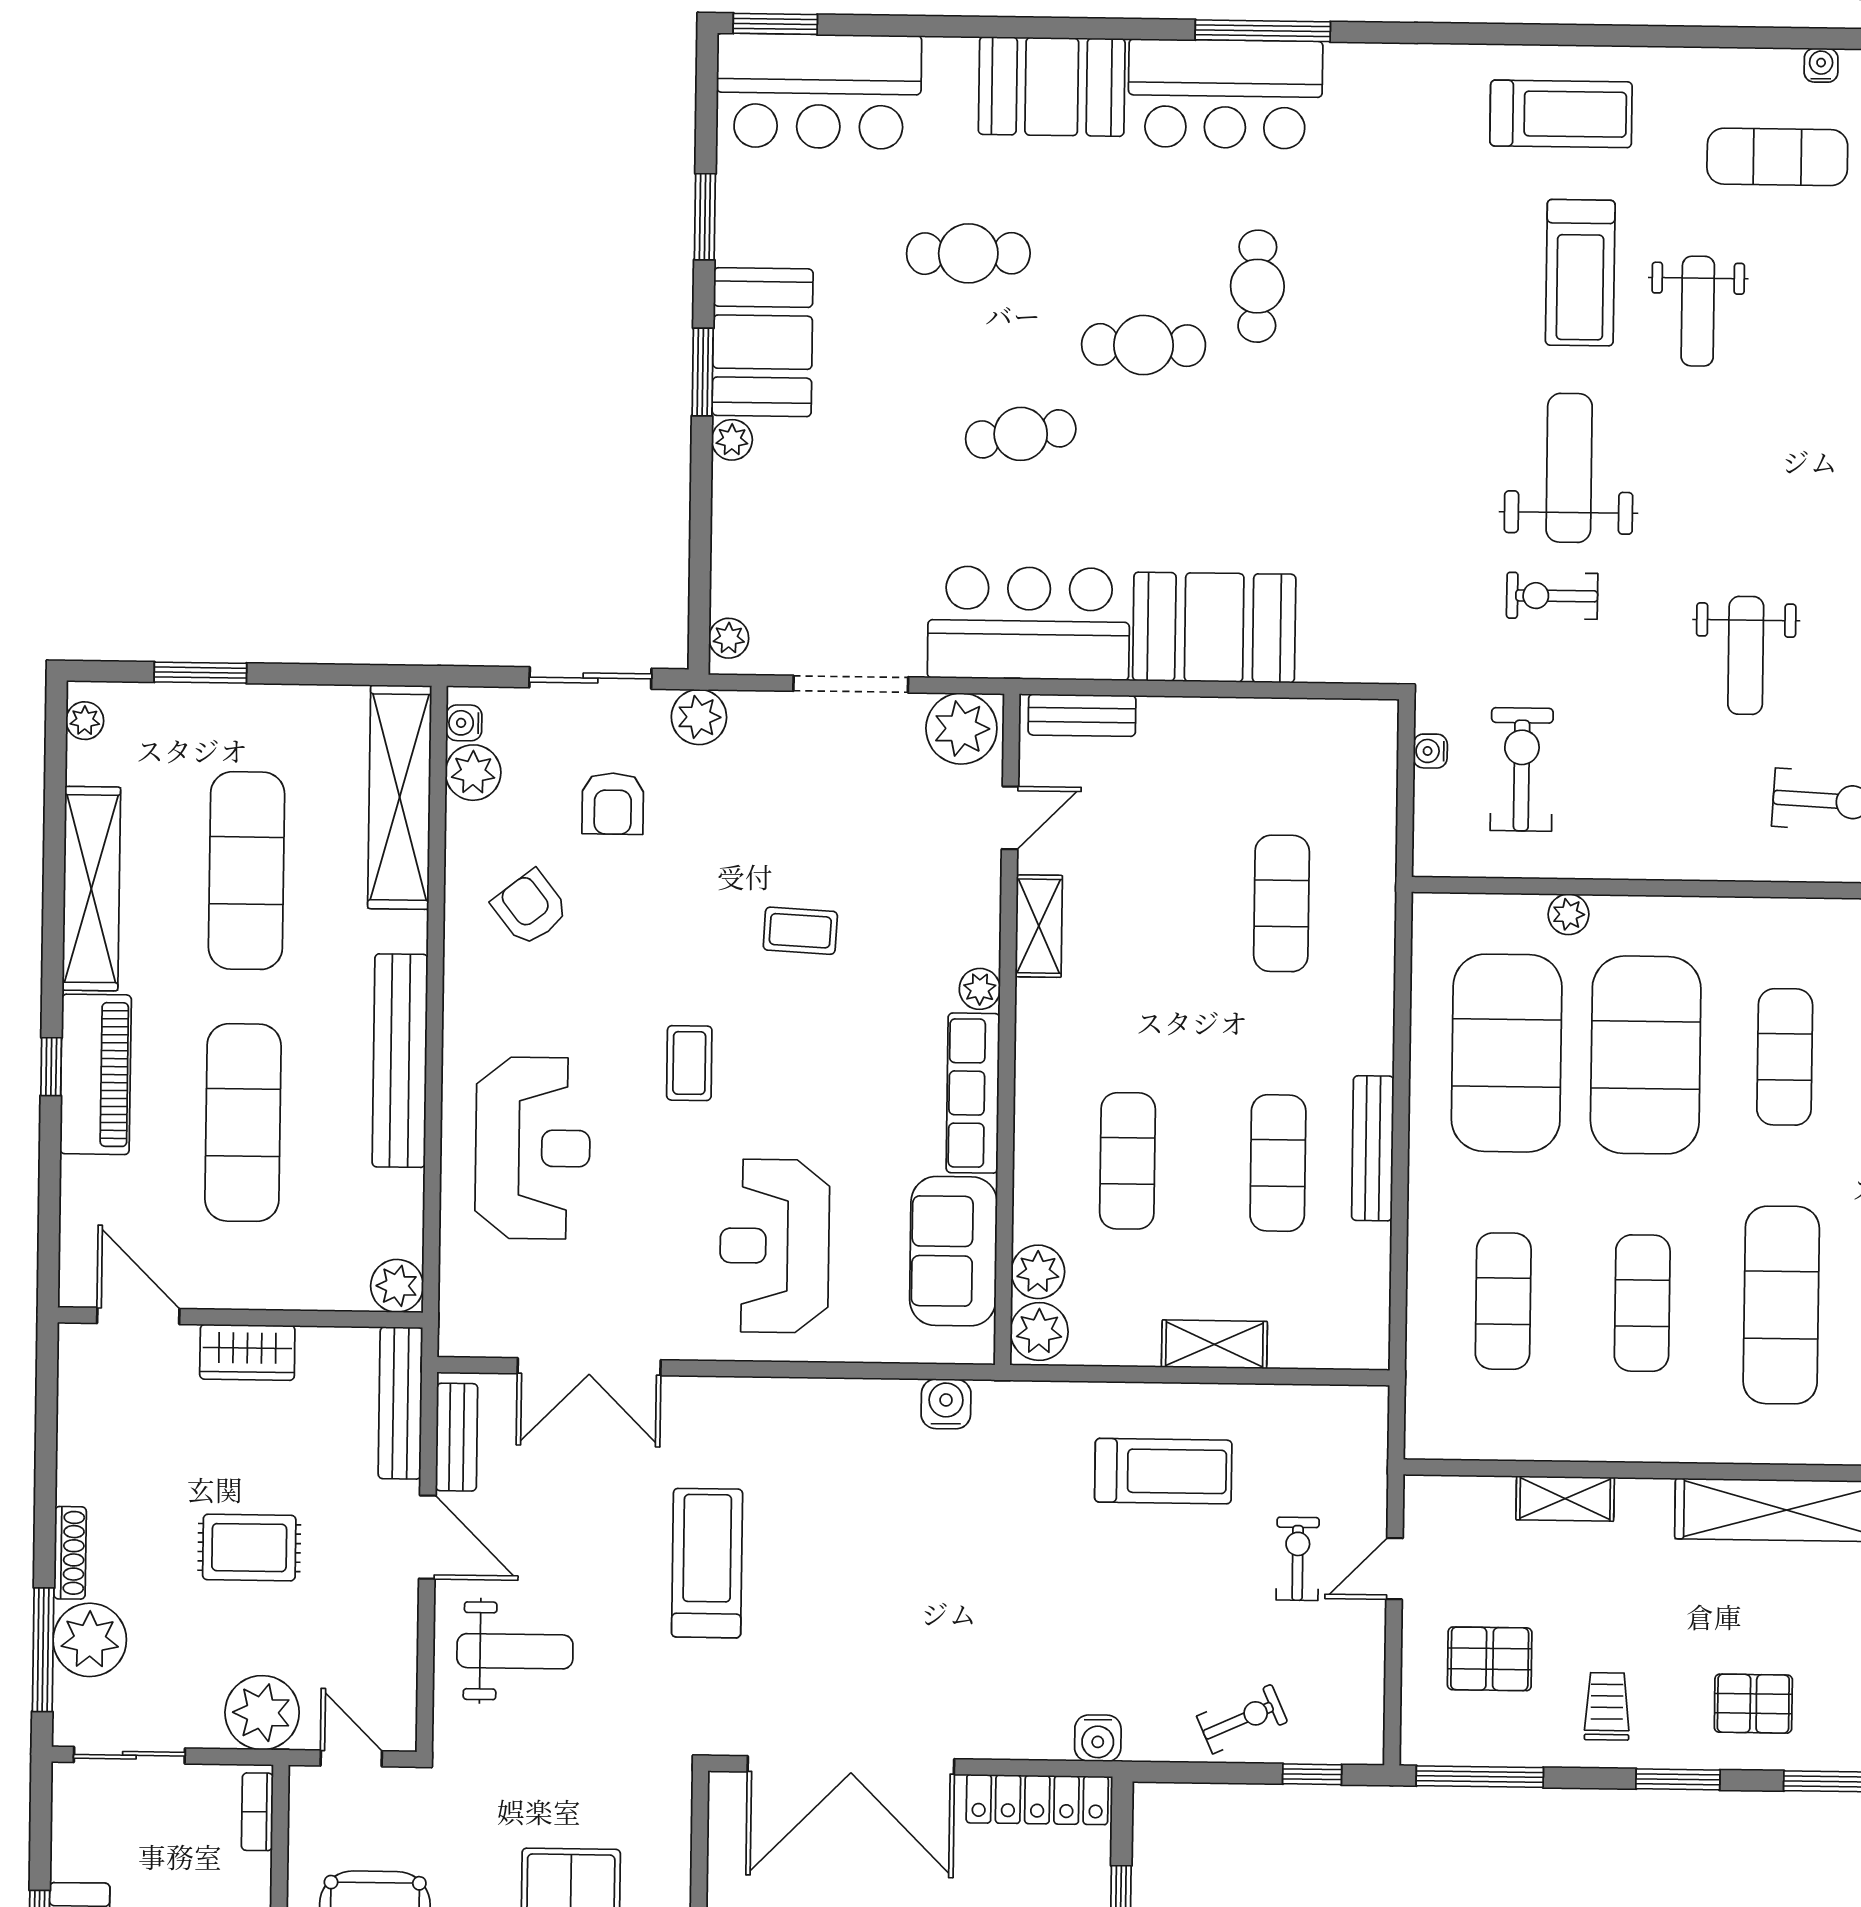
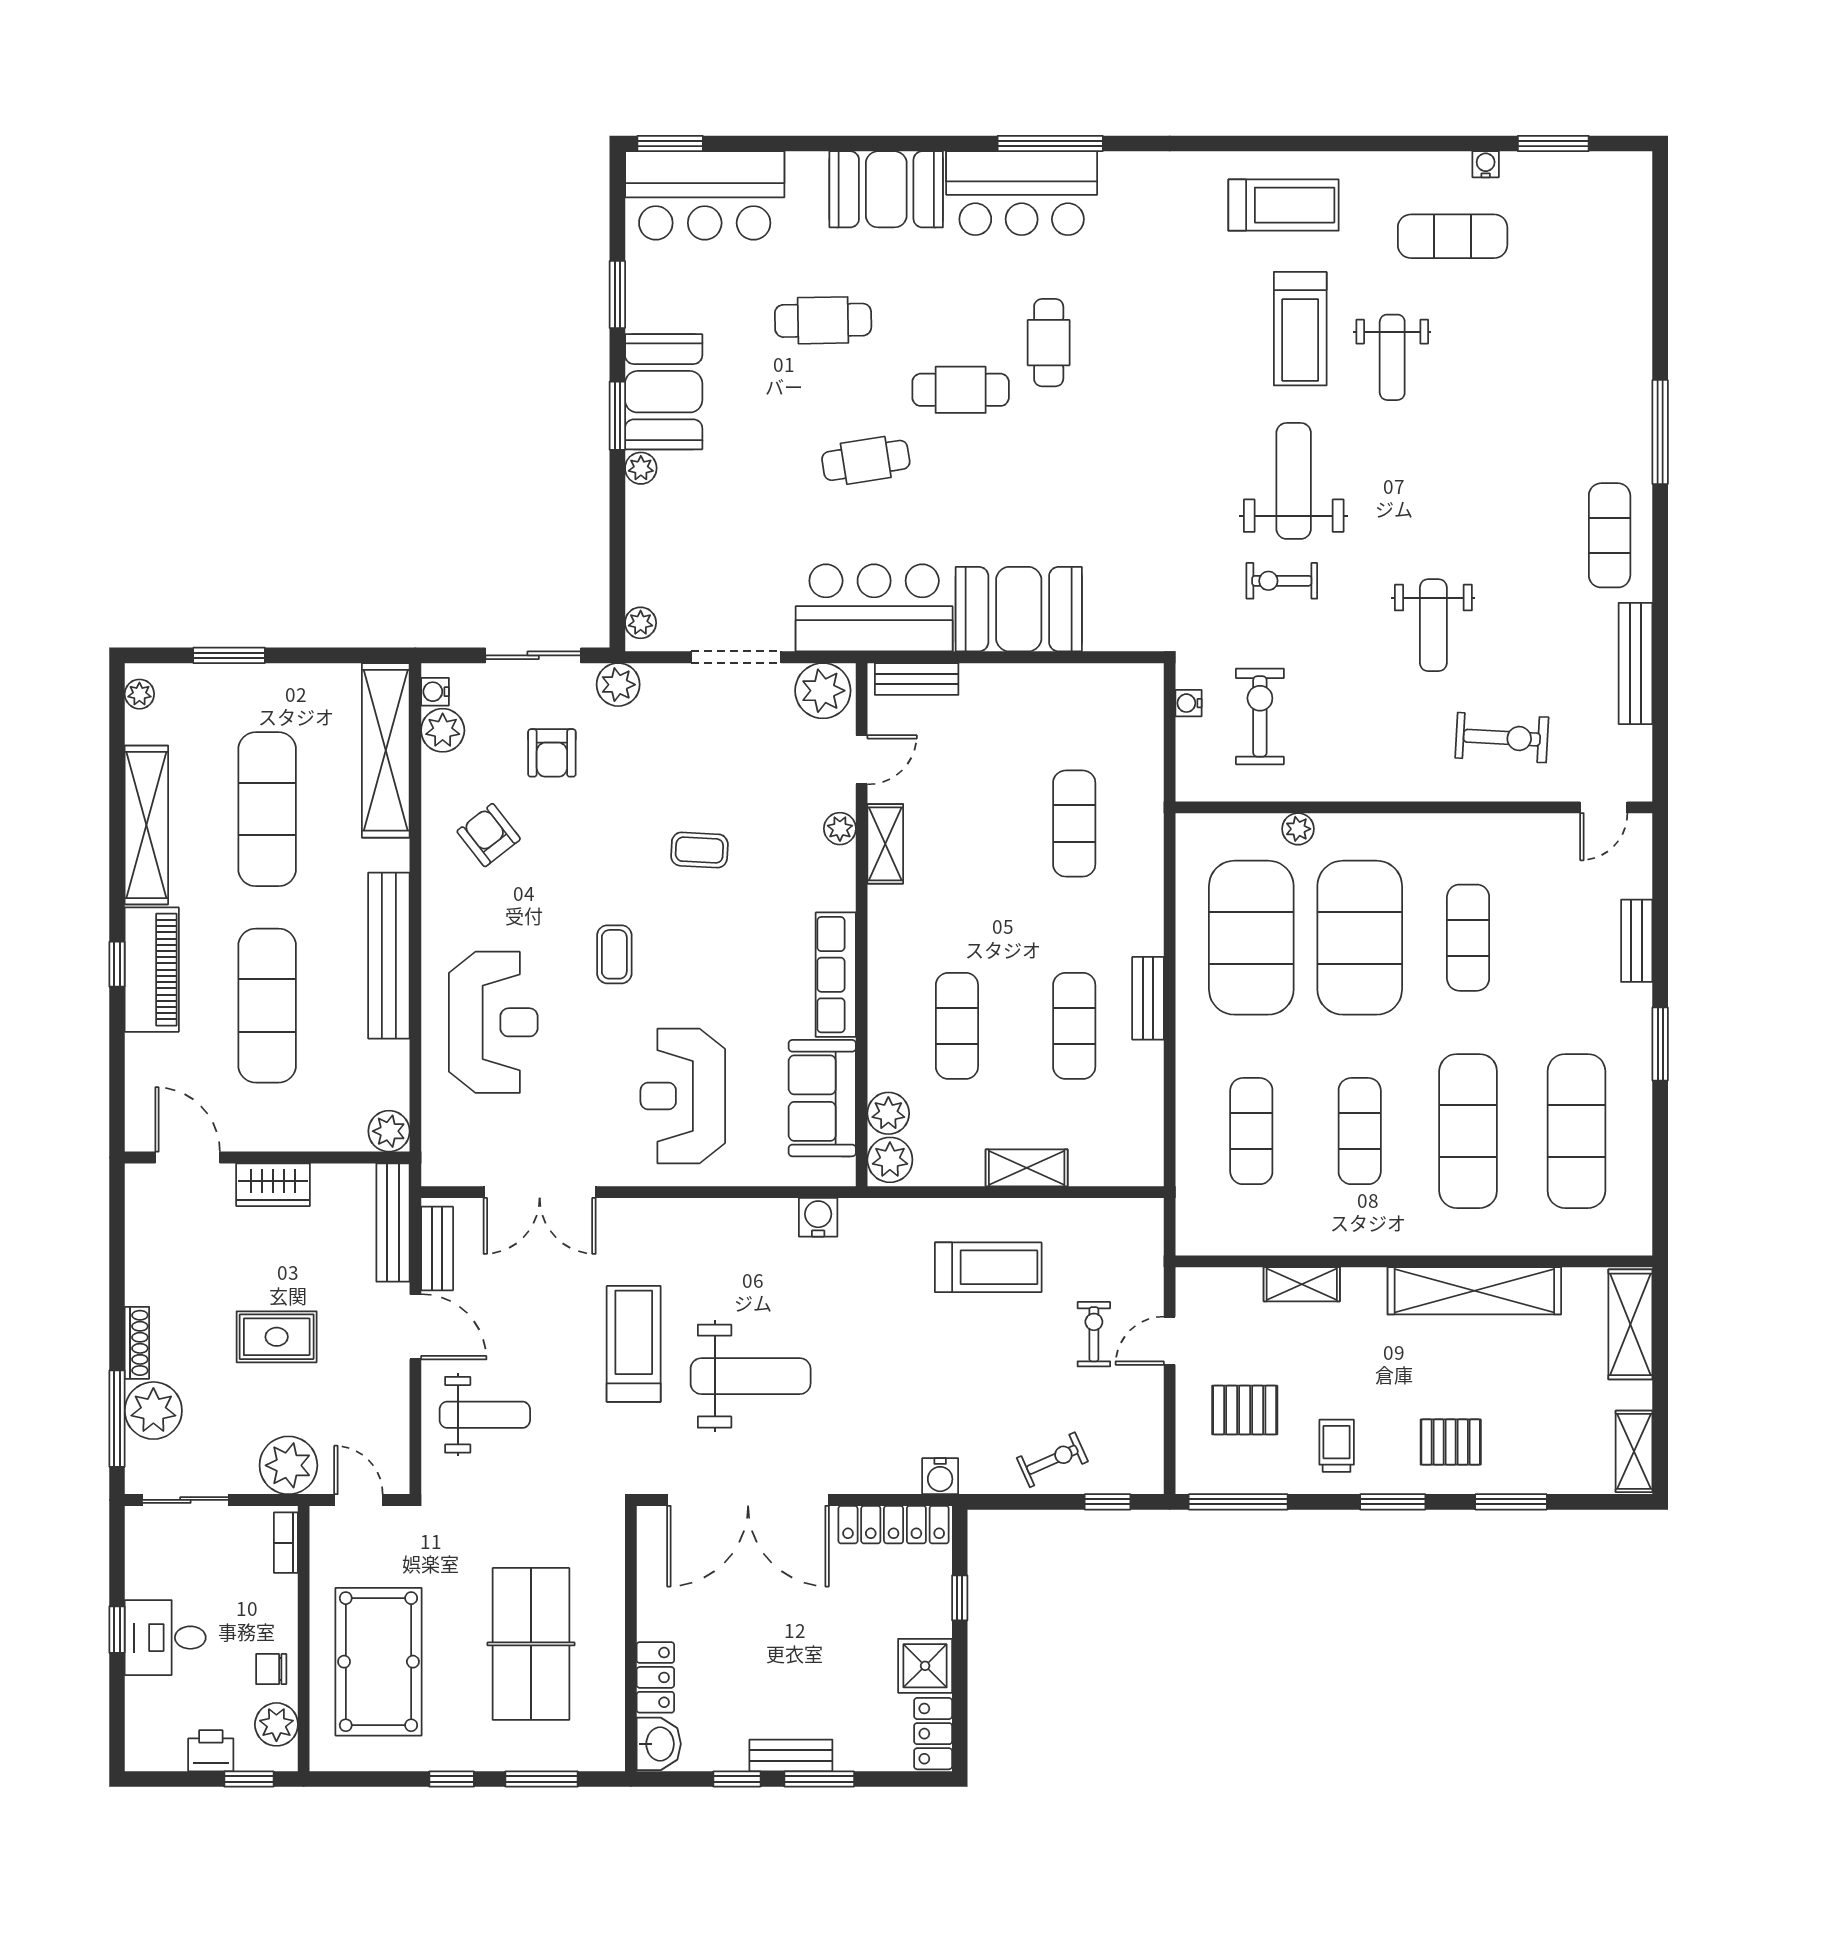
plant: (980, 989) -> (840, 829), moved
bench: (1373, 1148) -> (1148, 998), width x0.73
weight bench: (856, 1606) -> (751, 1376), added

